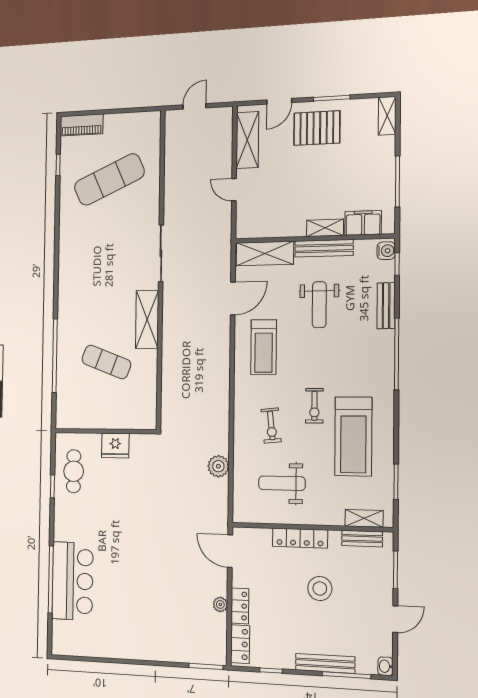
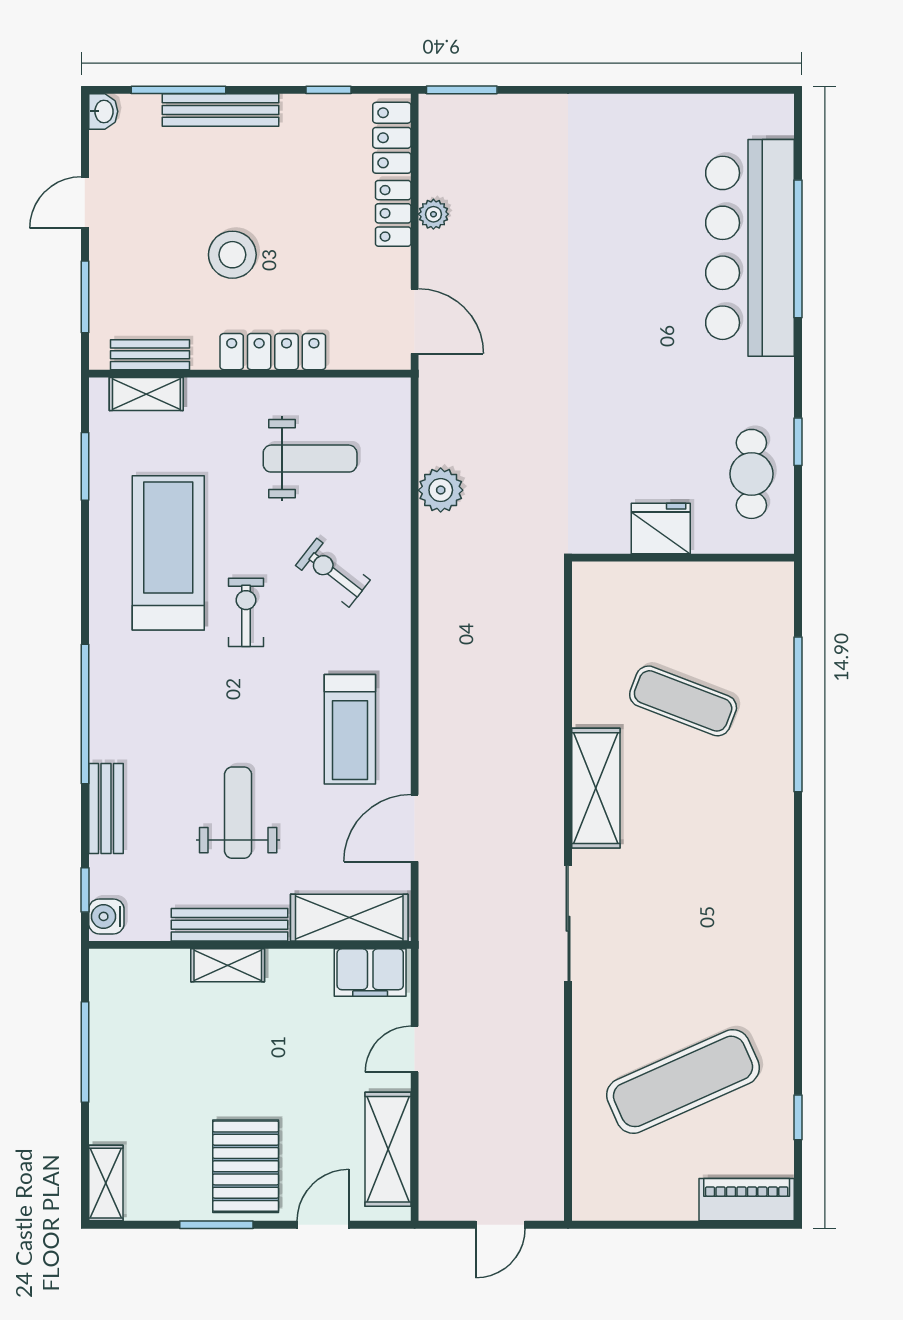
pallet: (317, 128) -> (246, 1166), turned 90
door: (234, 190) -> (415, 1049), swing flipped
filing cabinet: (363, 223) -> (370, 973), moved
treadmill: (264, 347) -> (350, 729), turned 180
exercise bike: (271, 425) -> (333, 573), turned -46
bar counter: (72, 581) -> (750, 248), width x1.36

